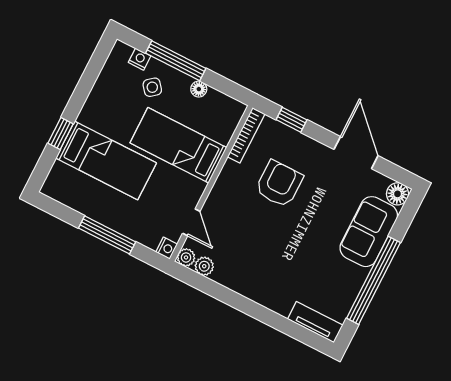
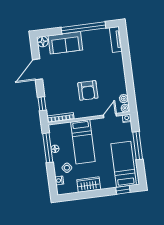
window: (176, 61) -> (48, 148), moved
wardrobe: (98, 105) -> (89, 184), added
window: (61, 134) -> (123, 190), moved
bed: (106, 160) -> (124, 164), moved
armchair: (279, 184) -> (88, 90), moved, turned -90

